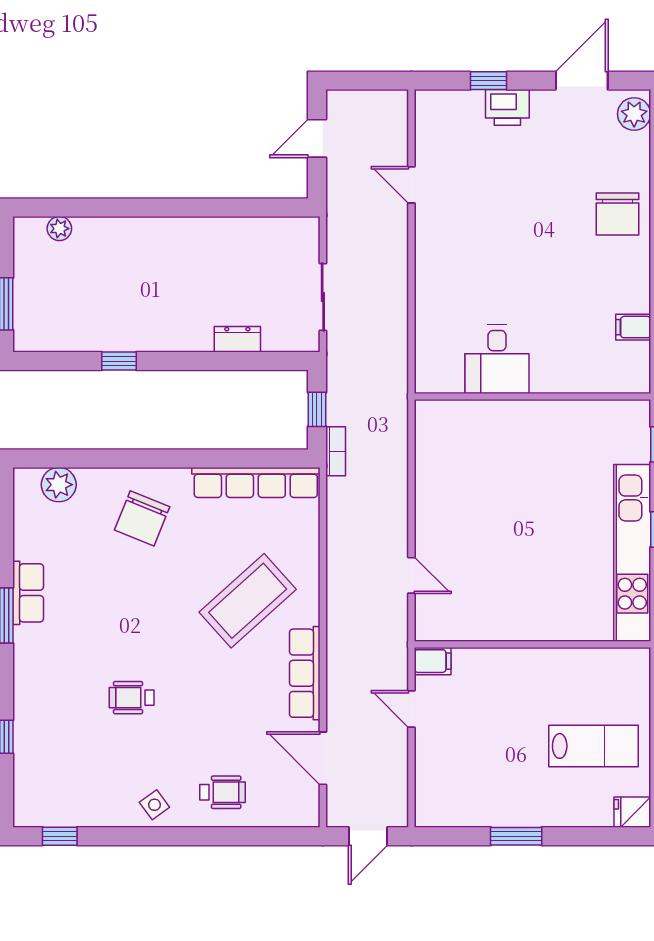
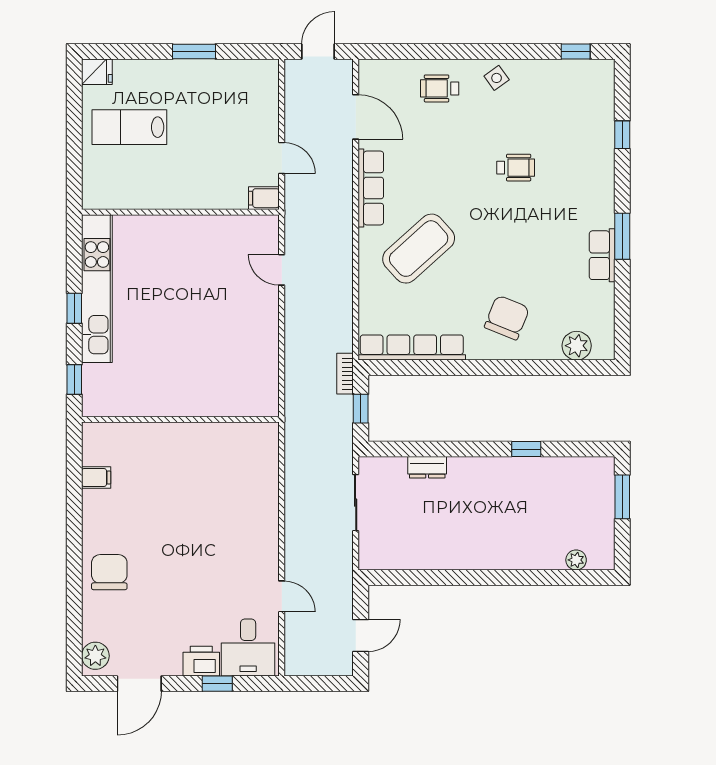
desk: (497, 359) -> (248, 648), moved, turned 180

